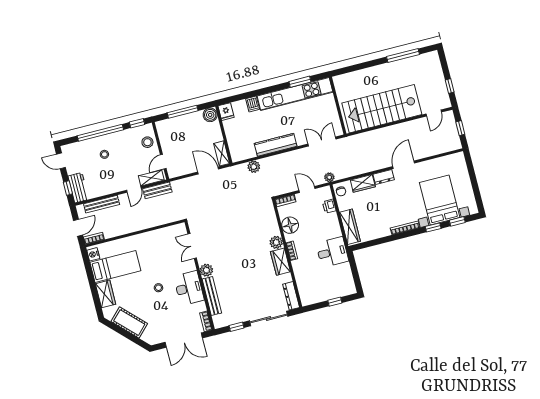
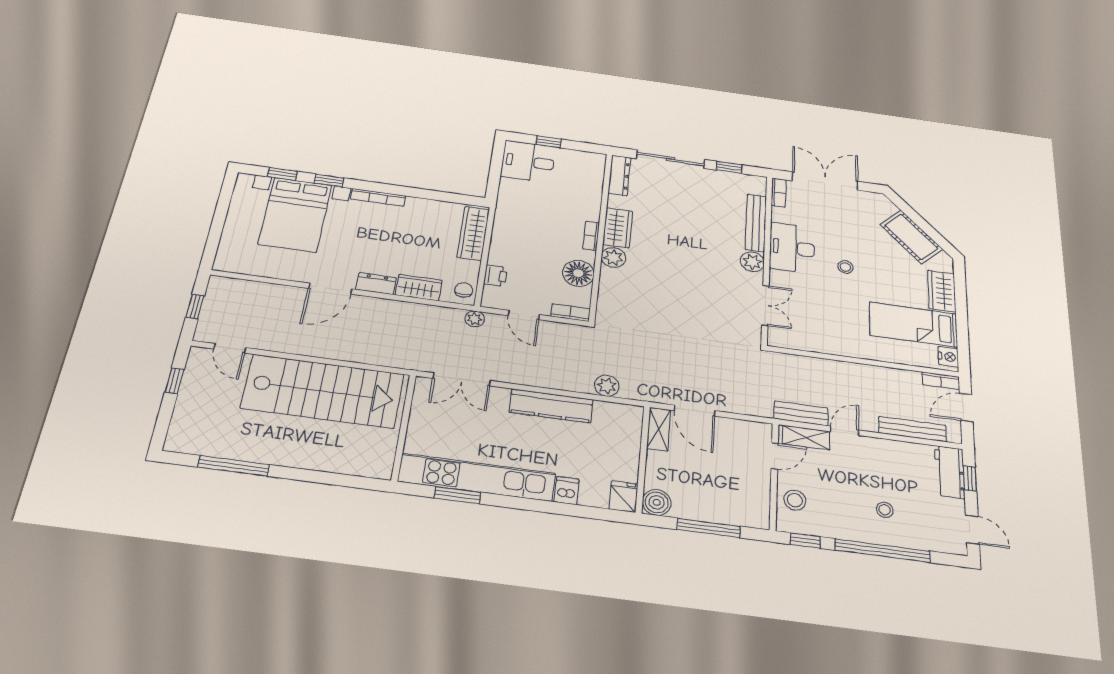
door: (434, 113) -> (230, 348), swing flipped
desk: (332, 252) -> (528, 162), moved

